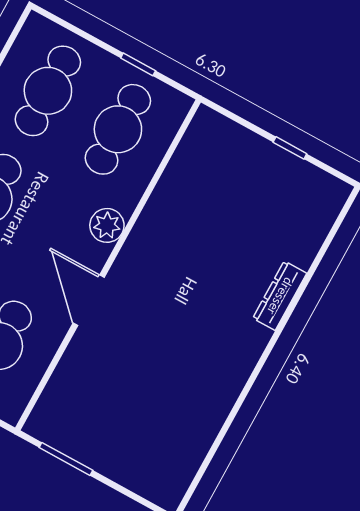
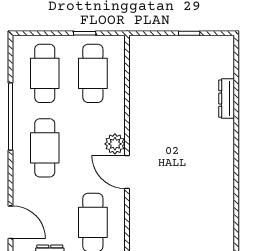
plant: (107, 225) -> (115, 144), moved
dresser: (280, 296) -> (227, 99), moved

